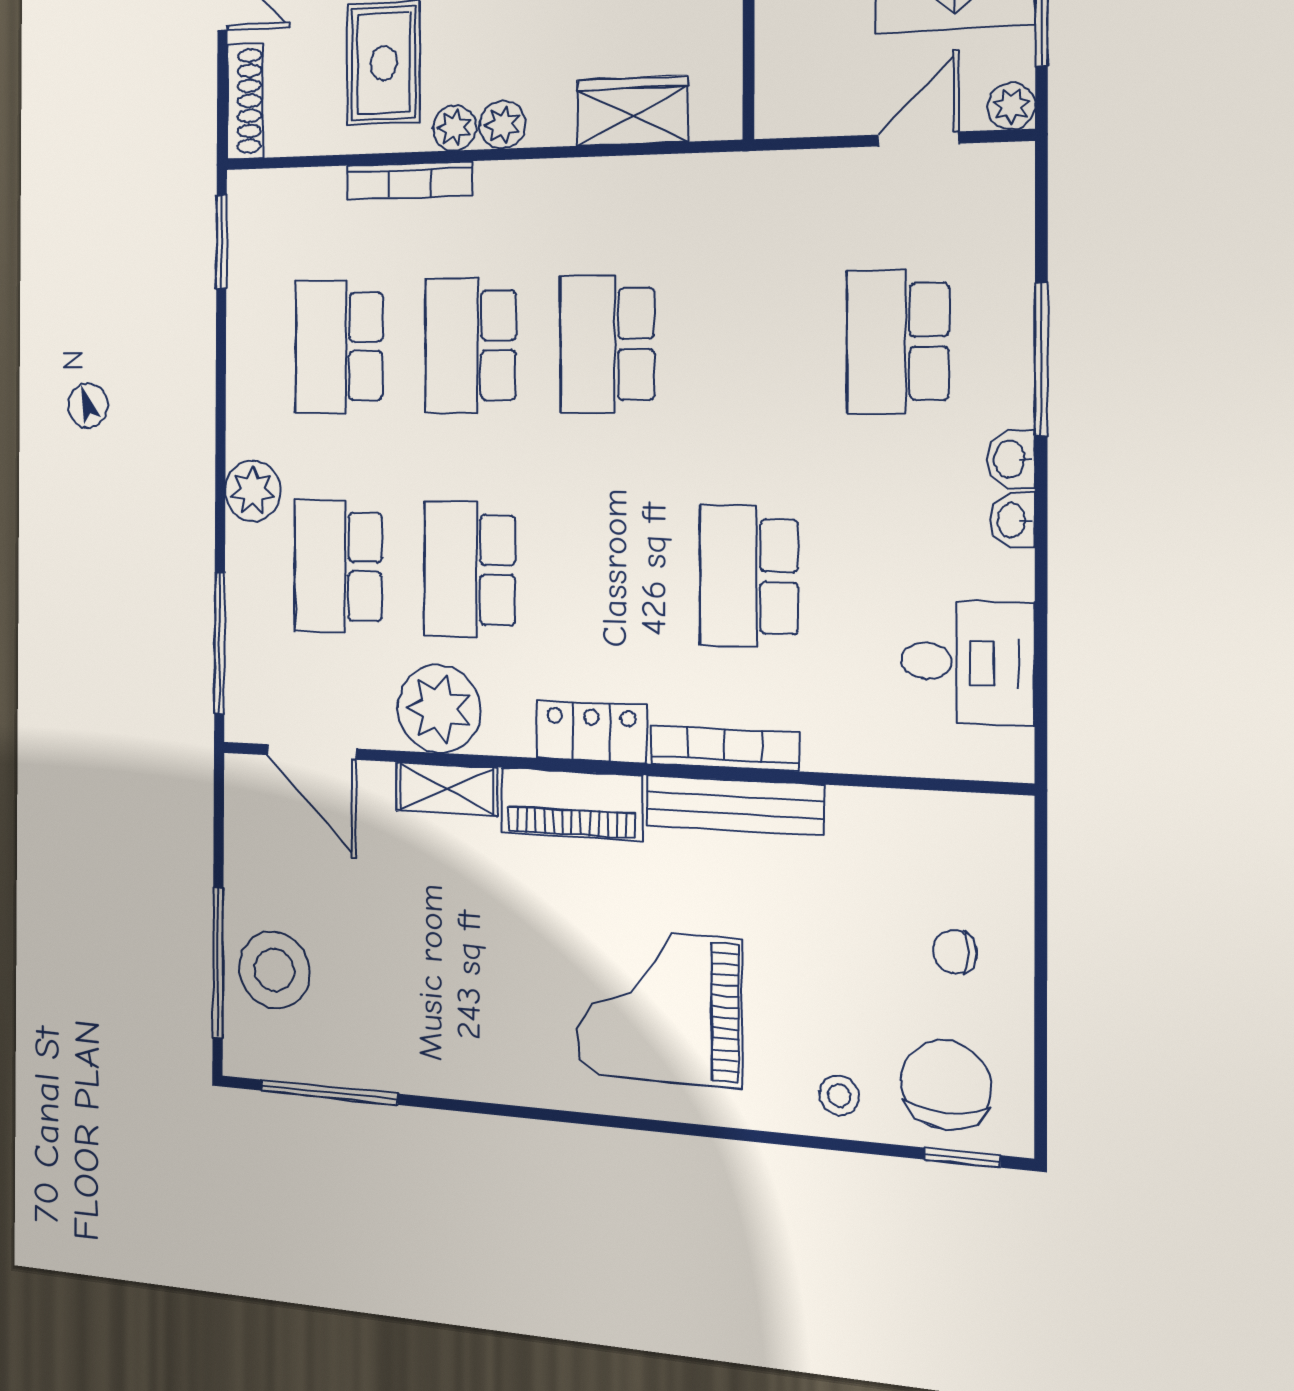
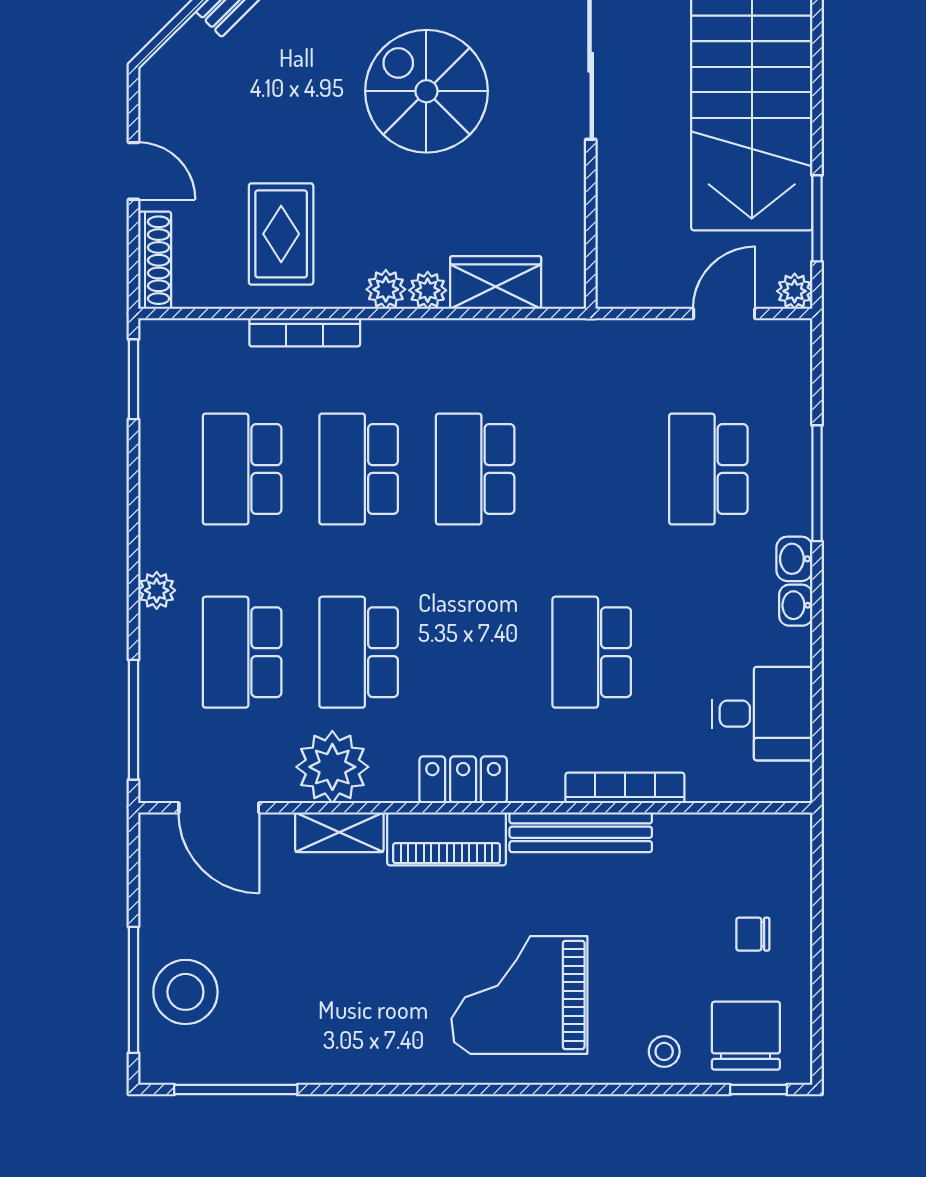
plant: (454, 128) -> (428, 290), moved
plant: (253, 491) -> (157, 590), width x0.73, depth x0.73
bookcase: (724, 748) -> (625, 788), moved

